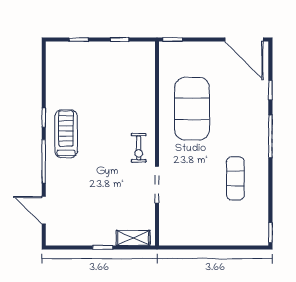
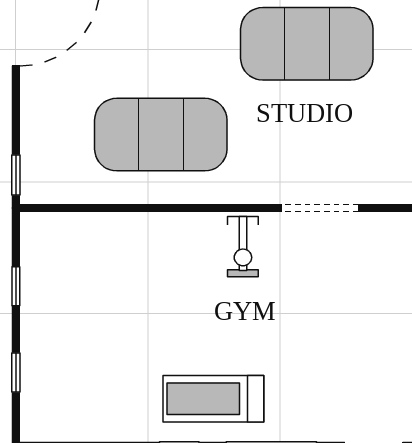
exercise bike: (139, 148) -> (243, 247), turned 90
exercise mat: (235, 178) -> (307, 44), width x2.00, depth x1.45

